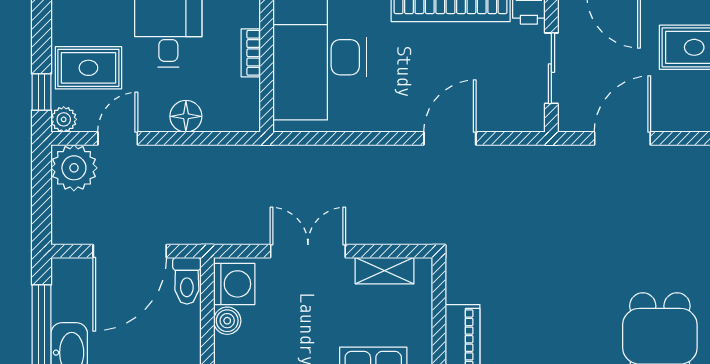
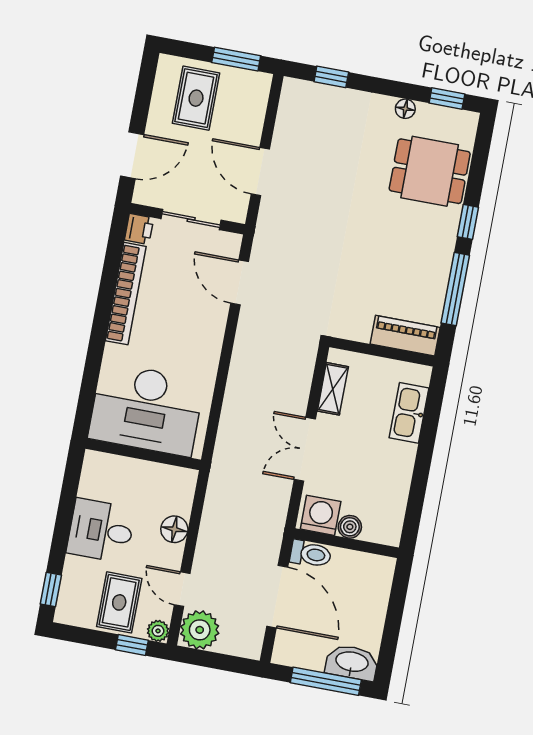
bookcase: (251, 53) -> (132, 466), removed
door: (450, 138) -> (240, 282), moved

